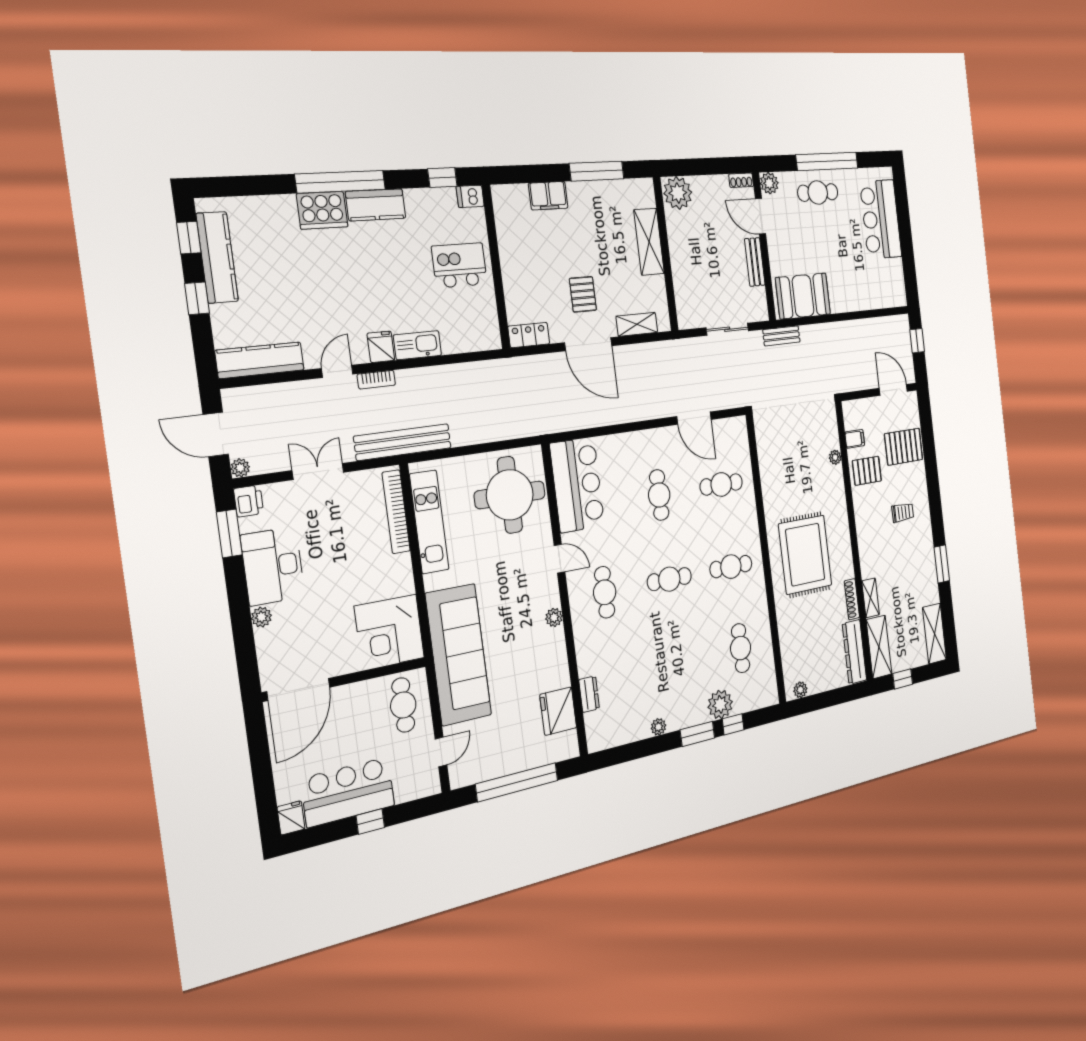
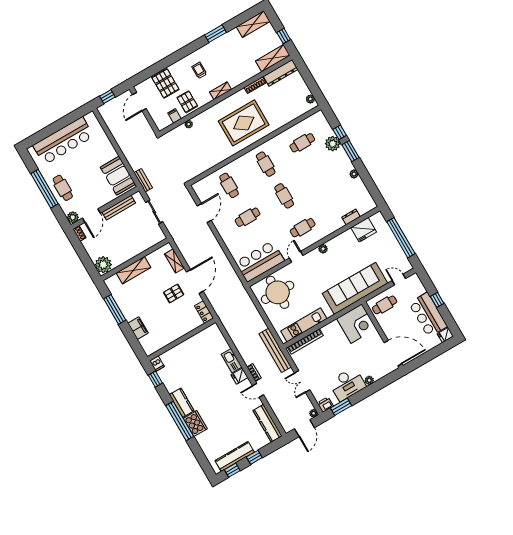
bar counter: (881, 219) -> (63, 141), width x1.36
bench: (755, 262) -> (119, 208), width x1.36
kitchen island: (459, 265) -> (189, 356), removed
shelving: (871, 598) -> (221, 91), moved

